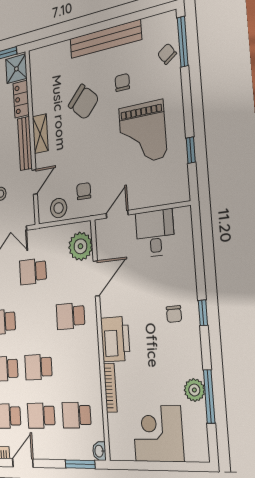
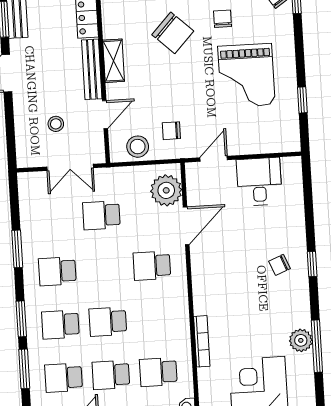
chair: (84, 191) -> (171, 131), turned -90
chair: (174, 314) -> (279, 265), turned 69
printer: (115, 339) -> (209, 290), removed

